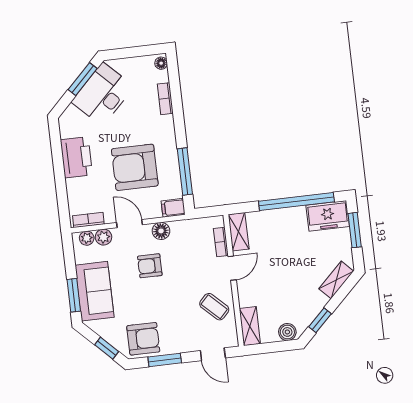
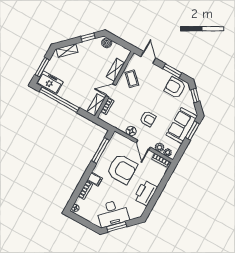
filing cabinet: (173, 208) -> (95, 179), moved
shelving: (250, 326) -> (115, 70), moved

